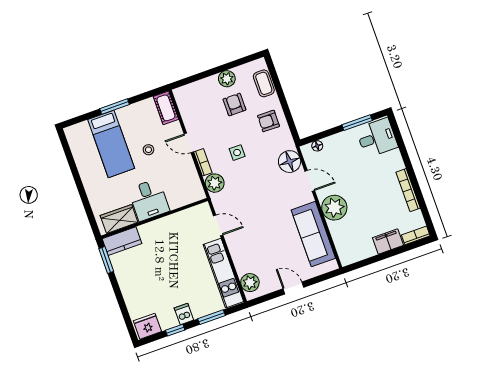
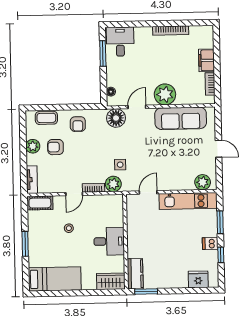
tv unit: (189, 90) -> (32, 180), added
bed: (111, 144) -> (55, 279), moved
side table: (237, 153) -> (120, 165), moved
wardrobe: (119, 219) -> (111, 281), moved, turned 90
bookcase: (416, 235) -> (210, 84), moved
door: (293, 288) -> (219, 149), swing flipped
fridge: (147, 326) -> (198, 279), moved, turned 90

